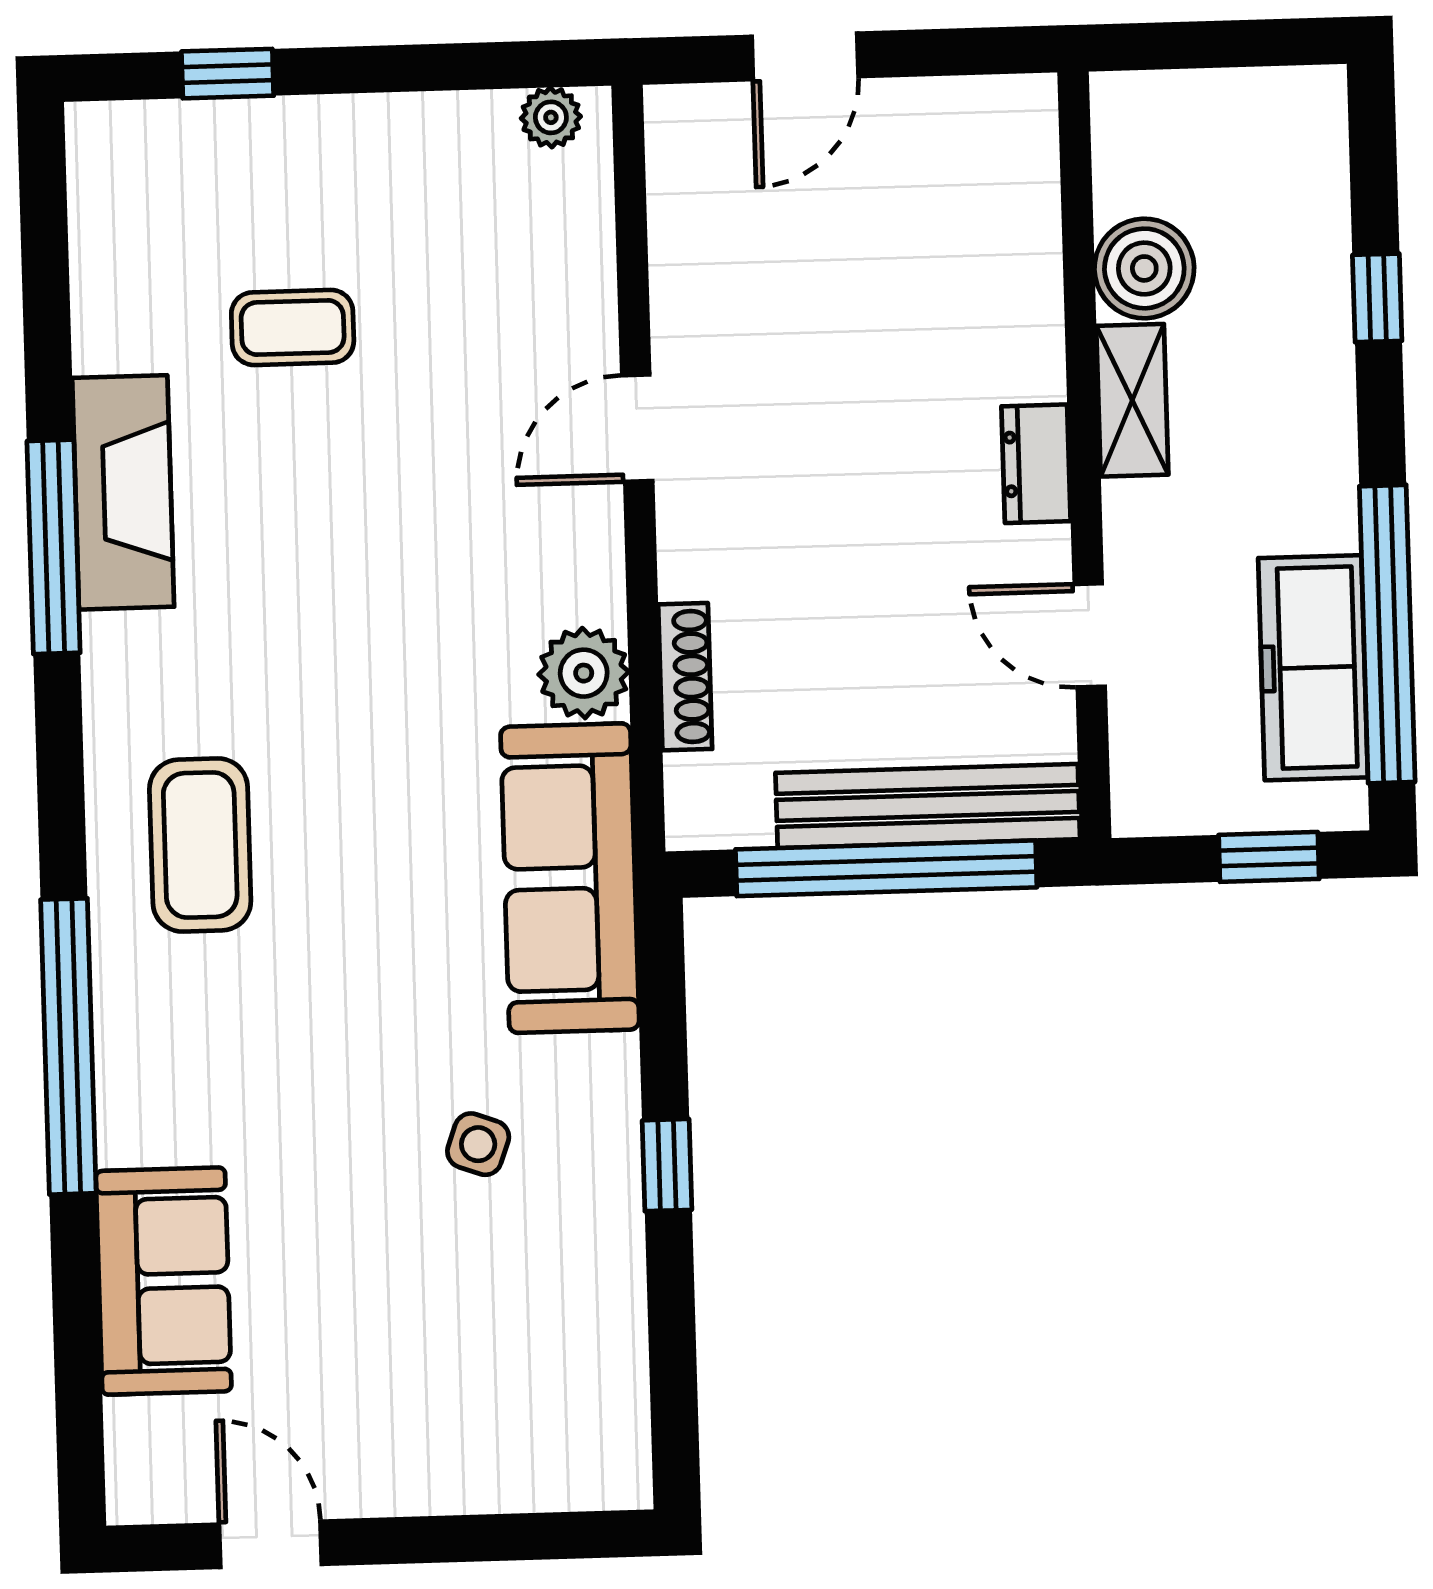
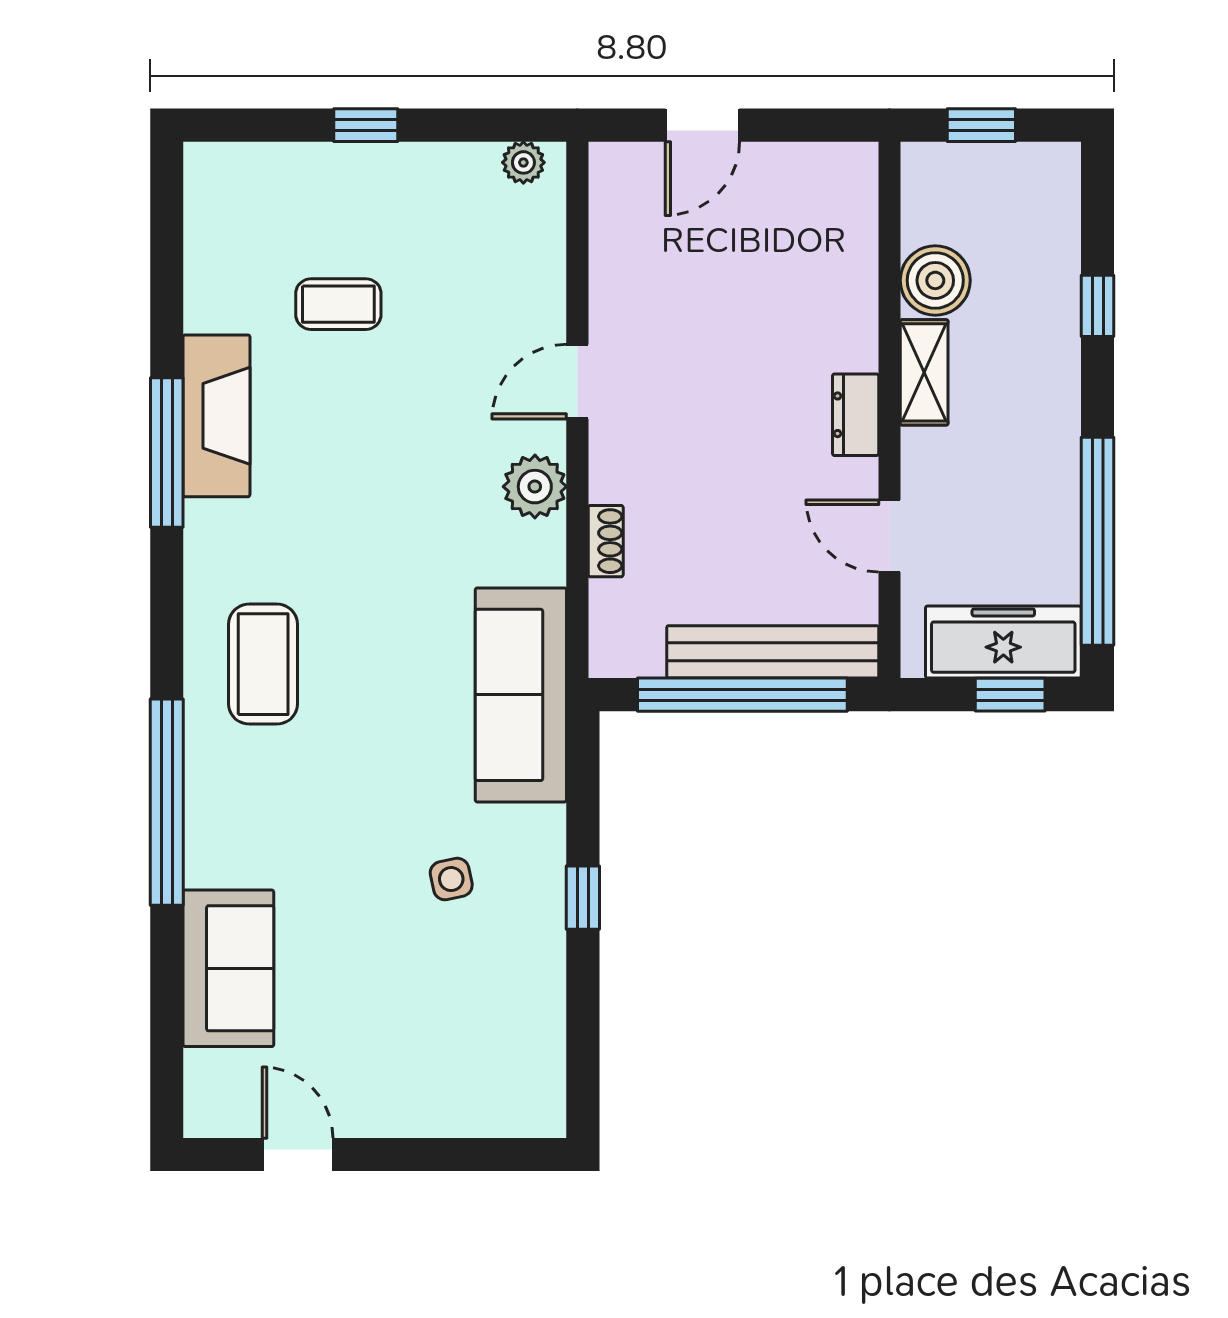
window: (1203, 45) -> (981, 125), added
window: (228, 74) -> (366, 125), moved
freezer: (1313, 668) -> (1003, 642), moved, turned 90
plant: (584, 673) -> (535, 487), moved
shoe rack: (685, 677) -> (606, 541), width x0.70
side table: (478, 1144) -> (451, 879), turned -32

